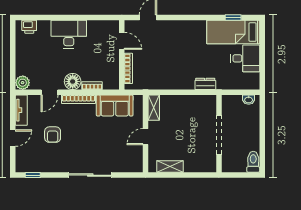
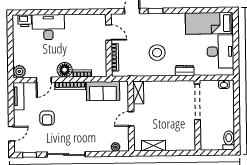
window: (233, 18) -> (155, 11), moved
desk: (69, 34) -> (48, 27), moved
desk: (245, 58) -> (220, 52), width x1.37
stool: (175, 64) -> (157, 53), added
doorway: (219, 135) -> (197, 102), moved
door: (13, 138) -> (11, 134), moved
plant: (128, 167) -> (116, 147), added
sliding door: (90, 175) -> (66, 154), moved

